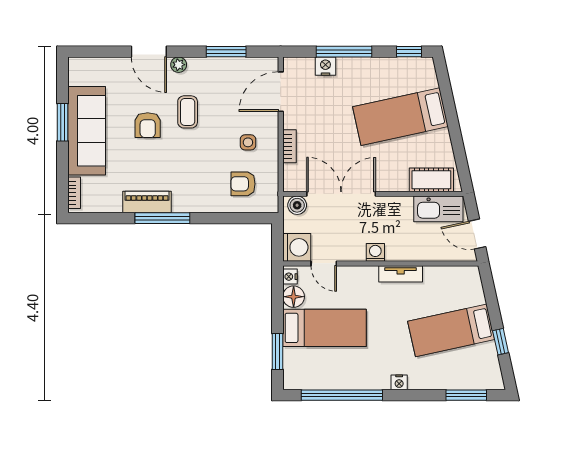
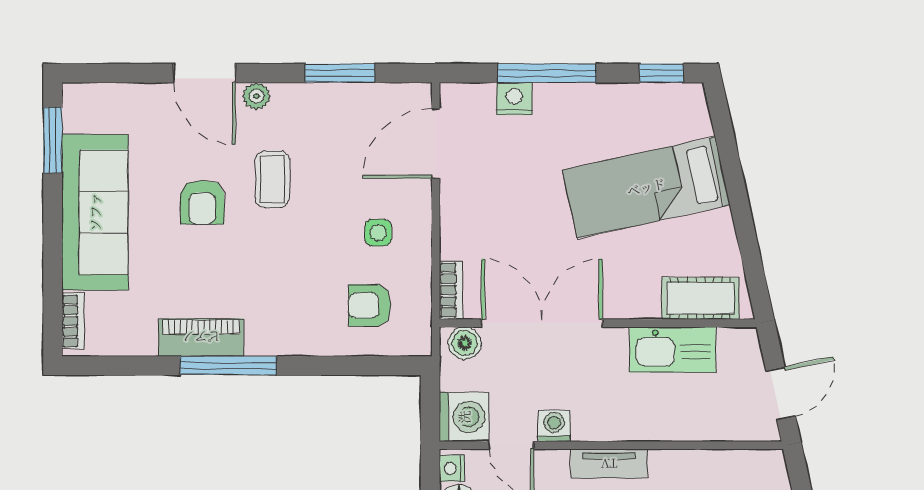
window: (62, 122) -> (53, 140), moved
bookcase: (289, 146) -> (451, 290), moved
kitchen sink: (438, 209) -> (672, 350), moved
door: (477, 234) -> (781, 393), swing flipped
washing machine: (375, 252) -> (554, 426), moved
tv unit: (401, 274) -> (609, 464), moved

